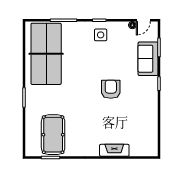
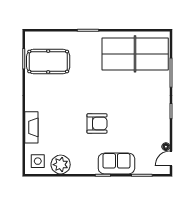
door: (143, 20) -> (171, 158), hinge flipped
side table: (101, 35) -> (38, 161), moved
sofa: (148, 59) -> (116, 164), moved
plant: (149, 123) -> (61, 165), added

